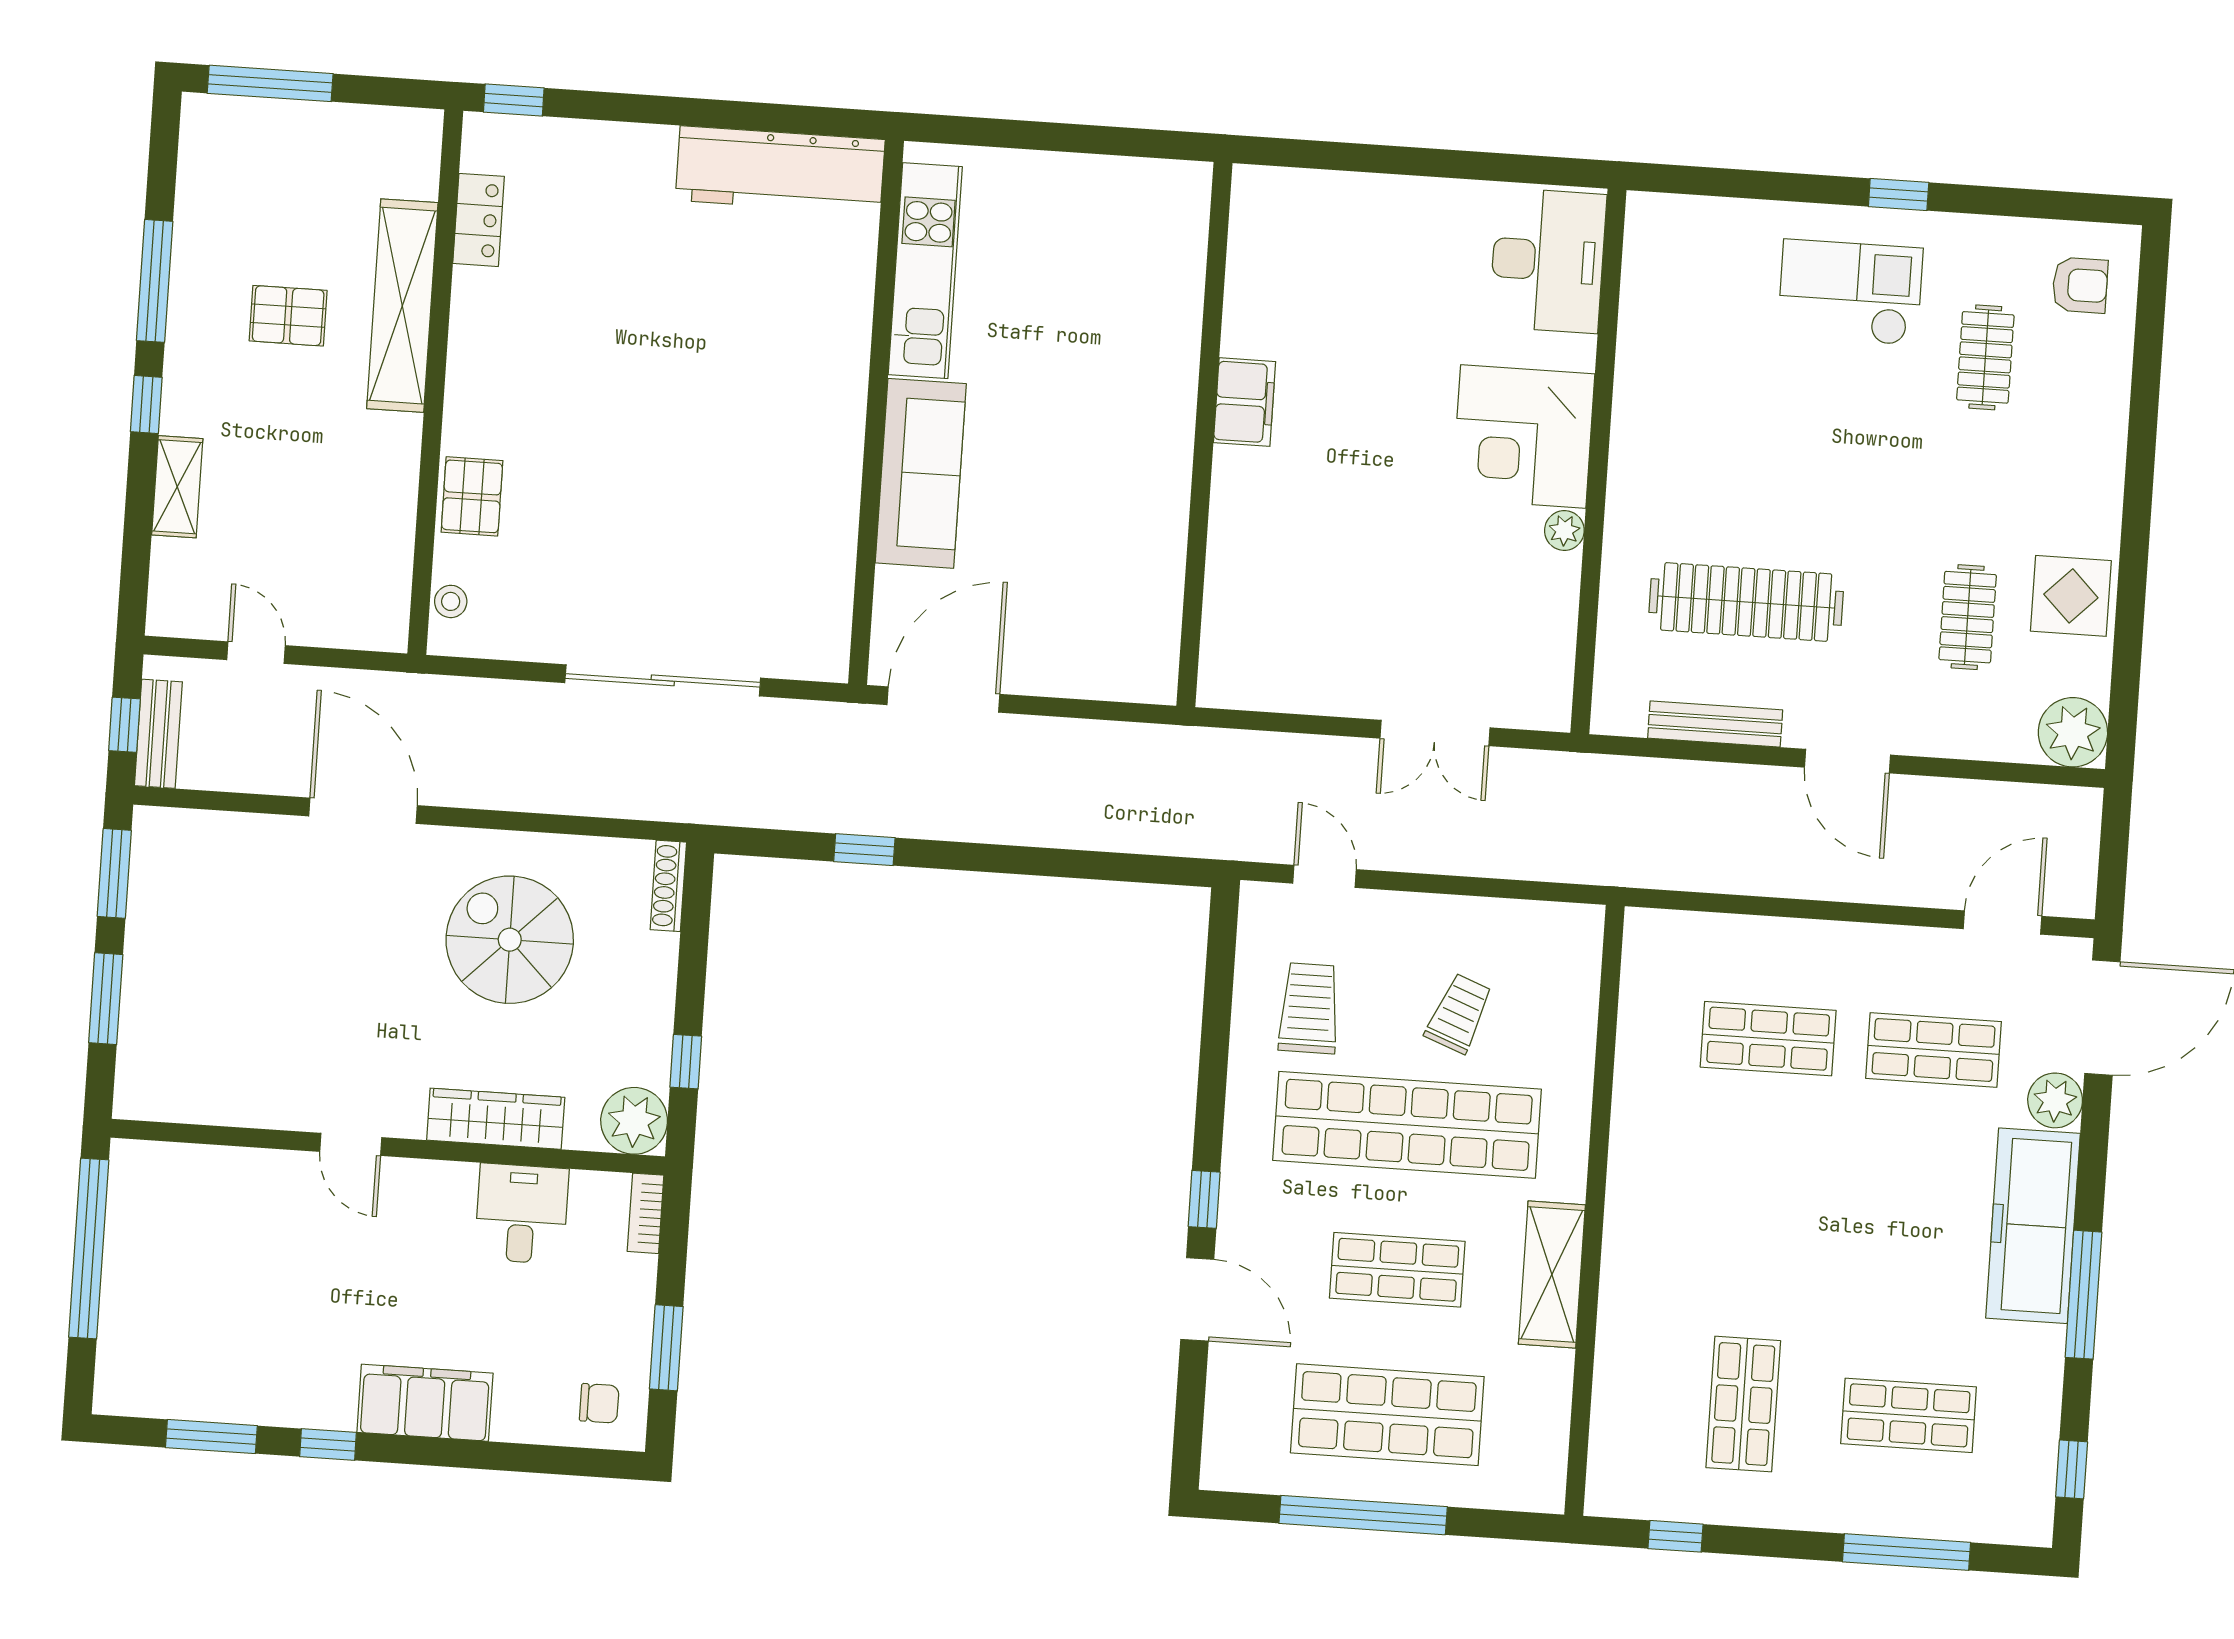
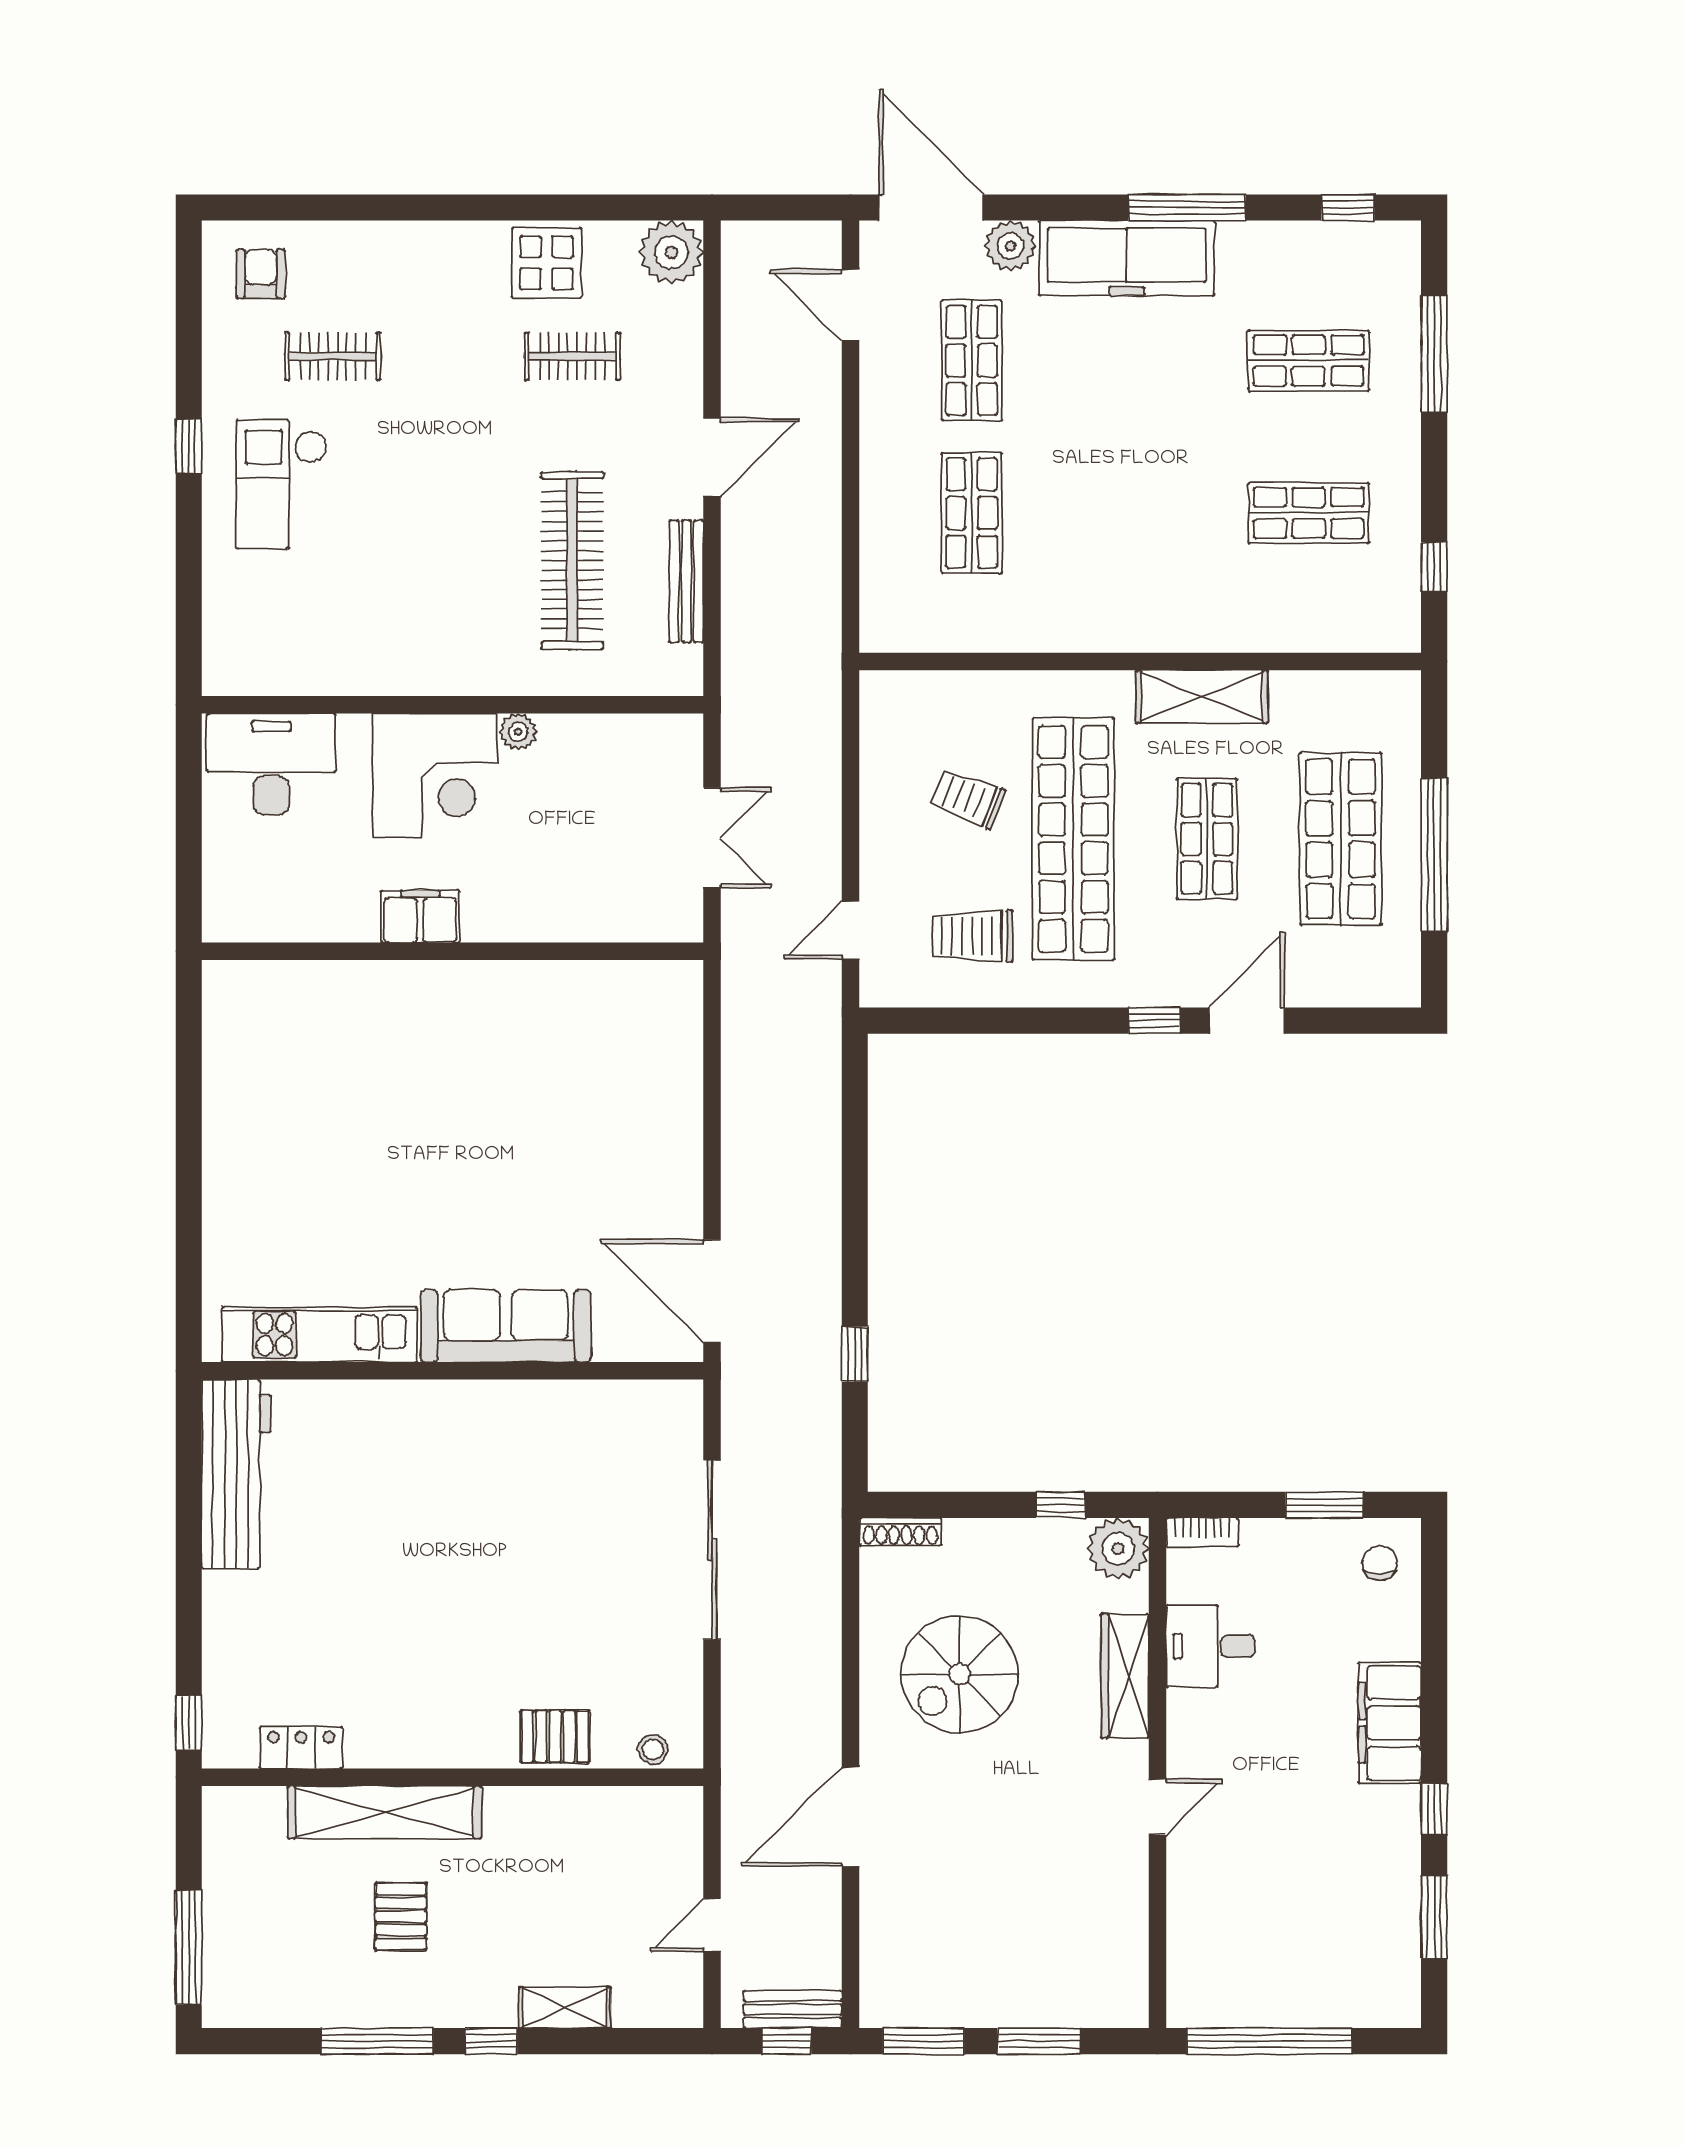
filing cabinet: (1244, 402) -> (420, 917), moved
wall: (1204, 435) -> (453, 951), moved
shop shelf: (1909, 1415) -> (1309, 360), turned 90

